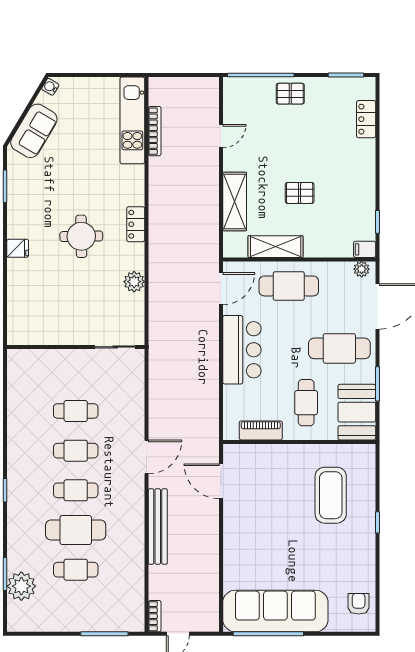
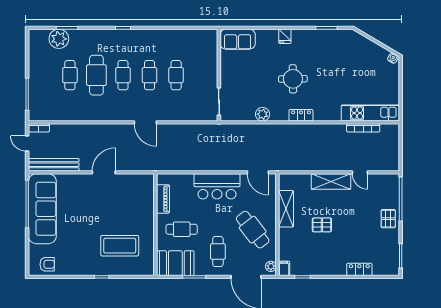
locker: (366, 119) -> (359, 269), moved
sofa: (34, 131) -> (238, 39), moved, turned -31
pallet: (300, 193) -> (322, 225), turned 90
shelving: (235, 202) -> (331, 181), moved
cafe table: (289, 286) -> (253, 230), moved, turned -38
cafe table: (339, 348) -> (218, 251), width x0.73, depth x0.74
door: (221, 481) -> (104, 172), moved
bench: (158, 527) -> (54, 165), moved

